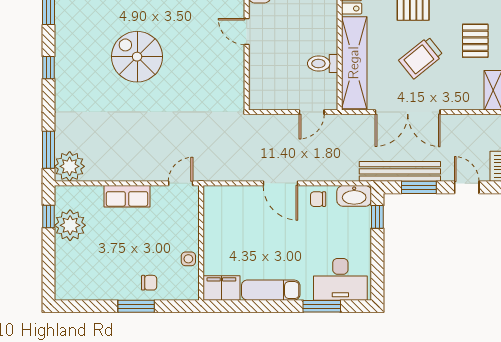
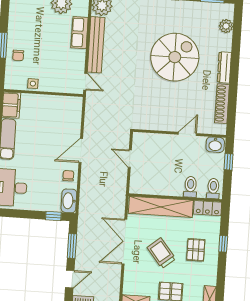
spiral stairs: (137, 57) -> (175, 57), width x1.37, depth x1.37
toilet: (323, 64) -> (190, 187), moved
door: (312, 112) -> (130, 159), moved
bench: (400, 171) -> (96, 45), moved
row of seats: (127, 196) -> (80, 33), moved

